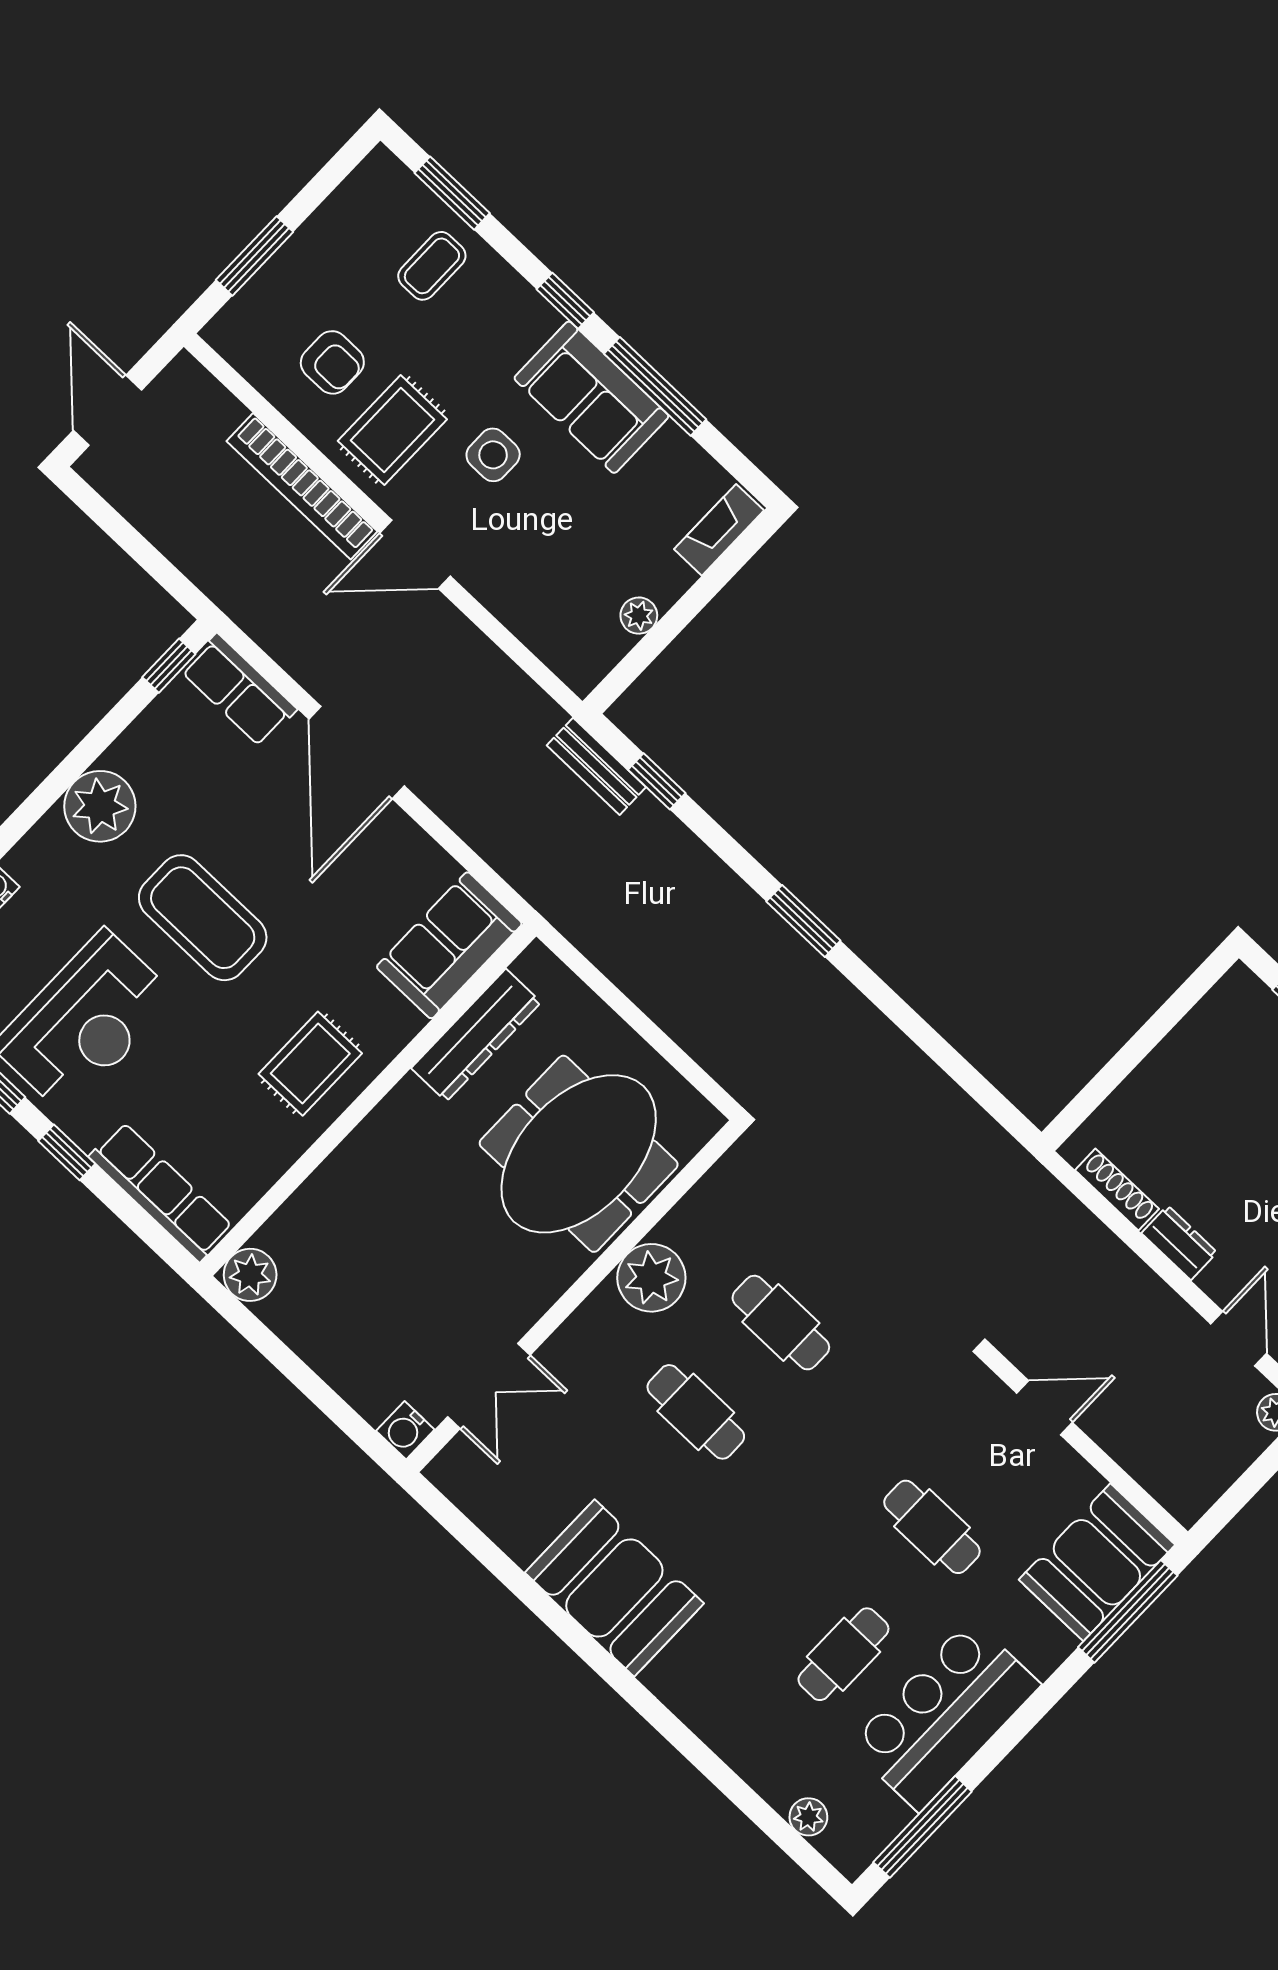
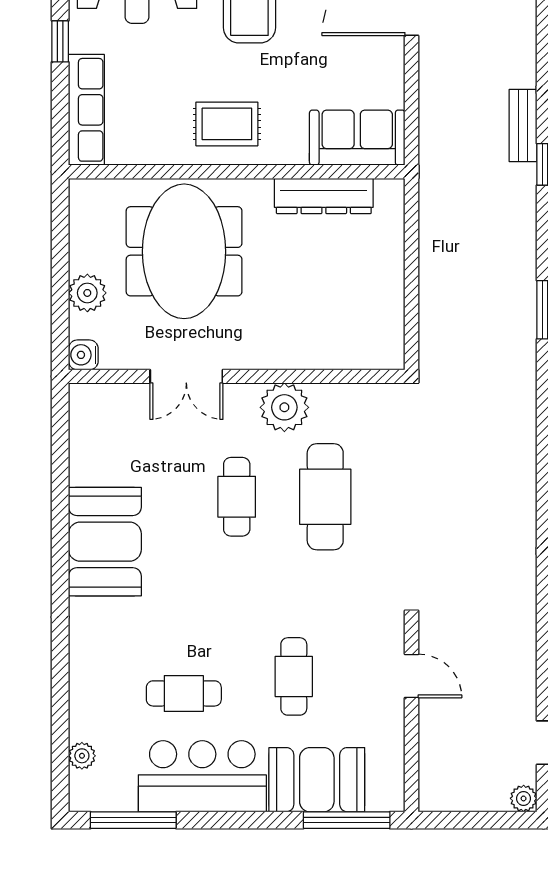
meeting table: (579, 1154) -> (184, 251), moved, turned 90
plant: (250, 1275) -> (87, 293), moved
cafe table: (781, 1323) -> (325, 497), width x1.37, depth x1.35
double door: (489, 1386) -> (186, 376), moved
booth: (1097, 1562) -> (317, 780), moved

